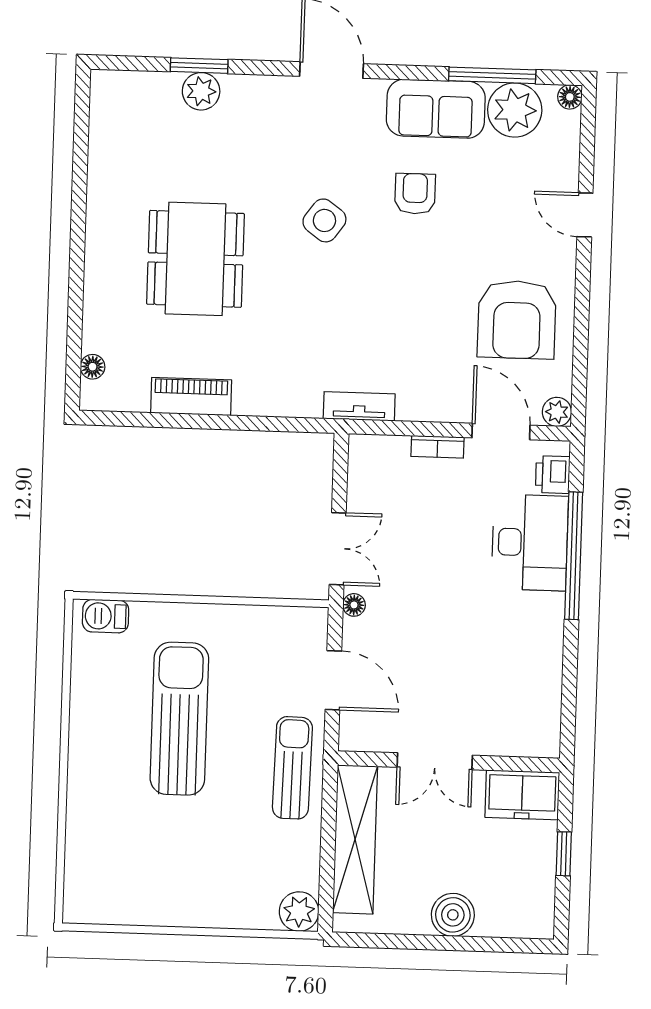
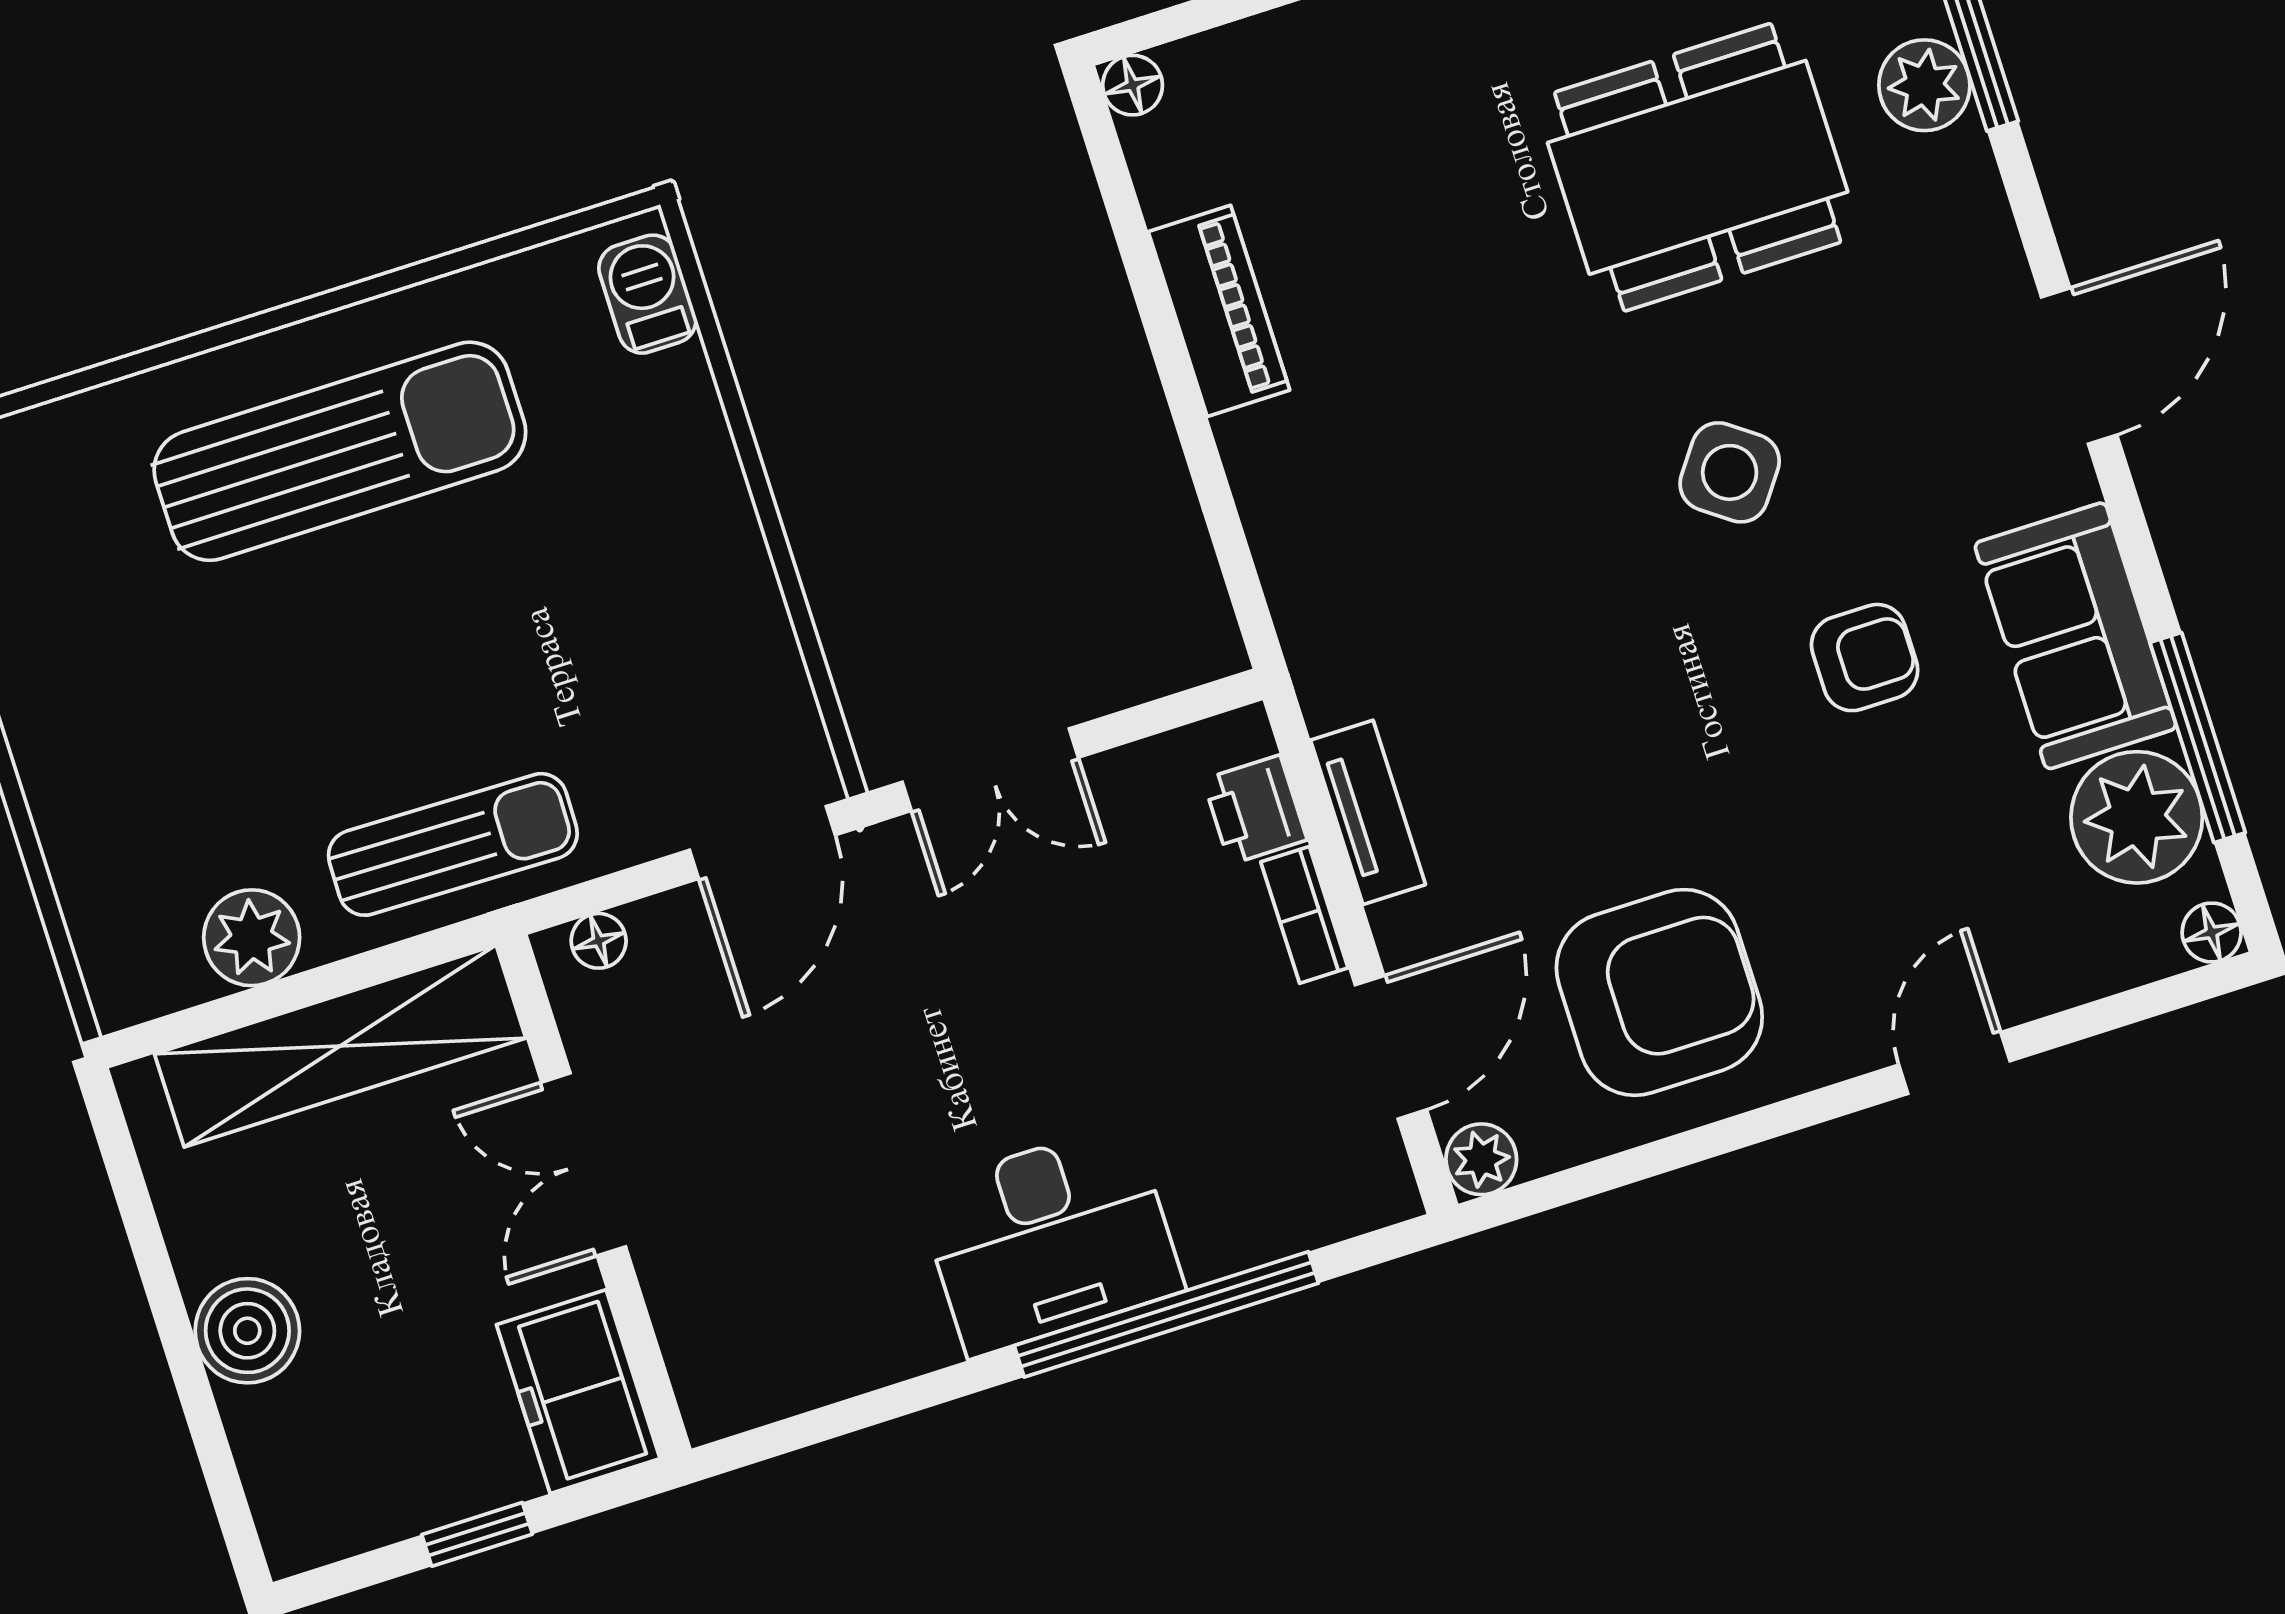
dining table: (195, 259) -> (1698, 167), moved
armchair: (517, 320) -> (1659, 992), turned 180
floor lamp: (93, 367) -> (1133, 85), moved
tv unit: (359, 406) -> (1368, 812), moved
printer: (553, 475) -> (1255, 810), moved, turned -90
desk: (530, 543) -> (1050, 1239), moved
floor lamp: (354, 605) -> (599, 941), moved
door: (333, 680) -> (762, 842), moved
sun lounger: (179, 719) -> (340, 451), moved
plant: (299, 912) -> (252, 938), moved

